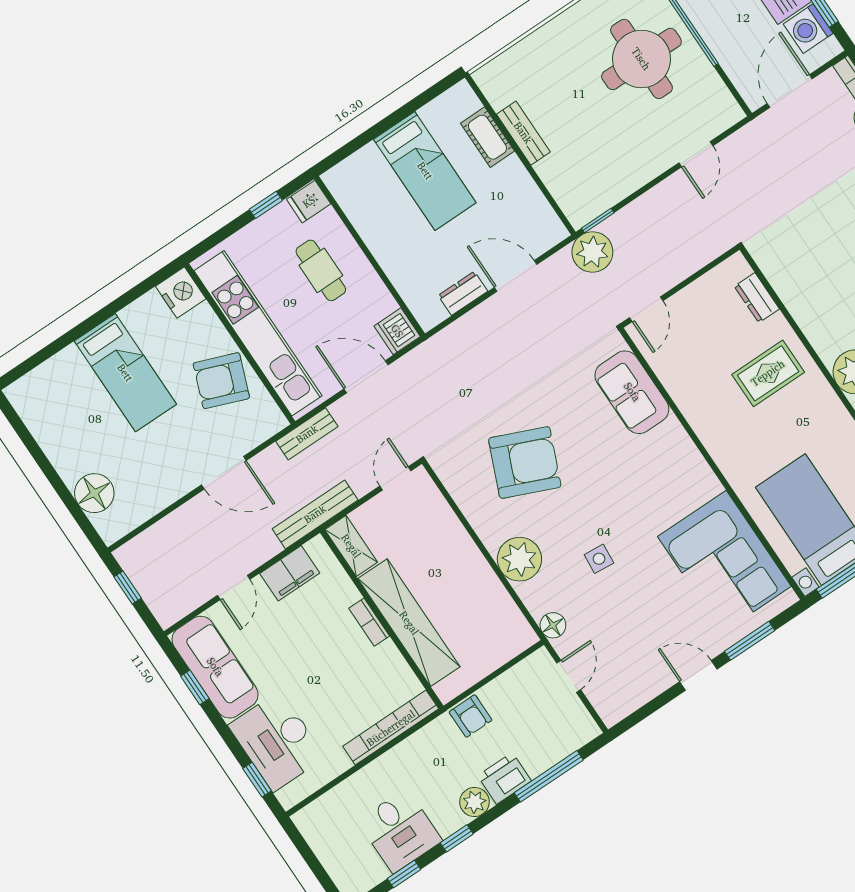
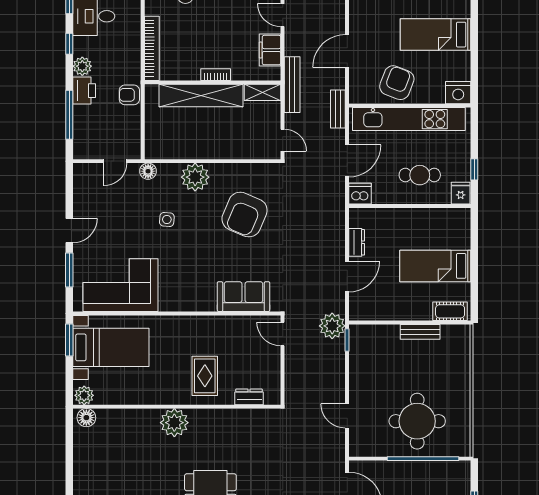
cot: (487, 137) -> (450, 311), moved
door: (569, 676) -> (115, 161), hinge flipped

